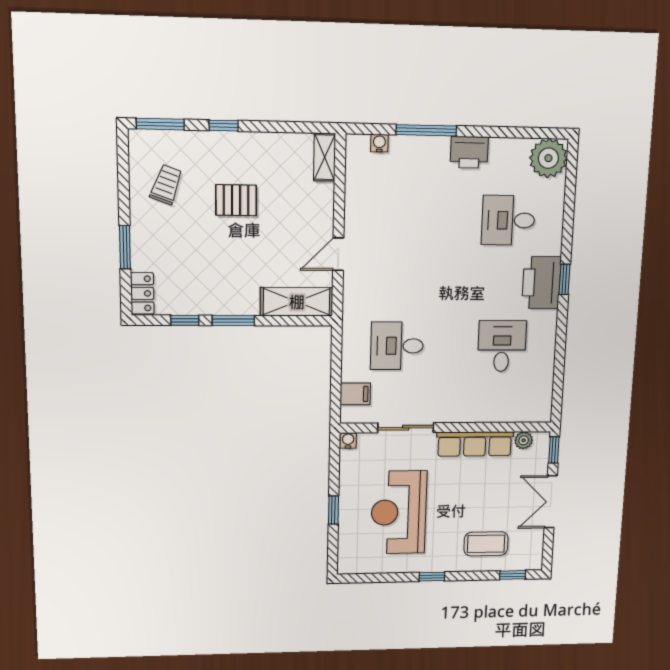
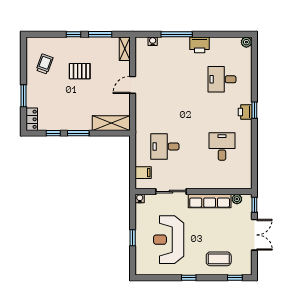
window: (160, 124) -> (100, 34), moved
plant: (548, 158) -> (246, 42), width x0.53, depth x0.53
door: (338, 254) -> (133, 85), moved
printer: (541, 283) -> (245, 112), width x0.53, depth x0.68
double door: (551, 502) -> (254, 235), swing flipped

